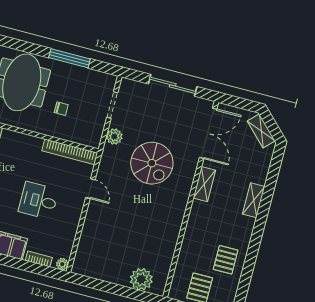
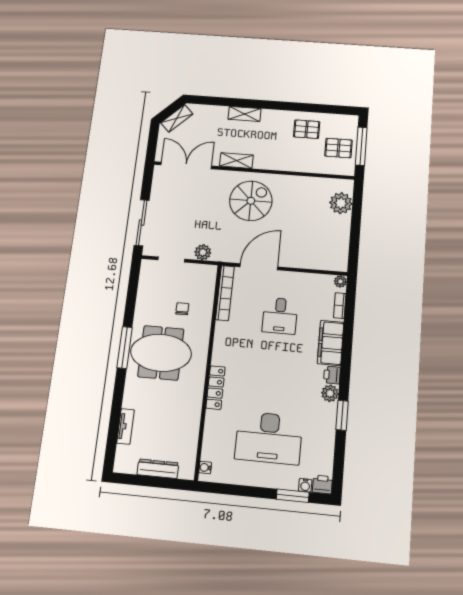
window: (69, 58) -> (125, 348), moved
sliding door: (173, 85) -> (142, 223), moved
spiral stairs: (152, 163) -> (251, 201), moved
door: (90, 189) -> (259, 267), width x1.88

